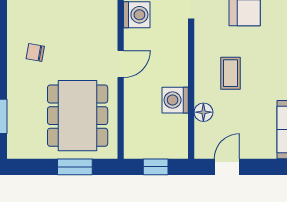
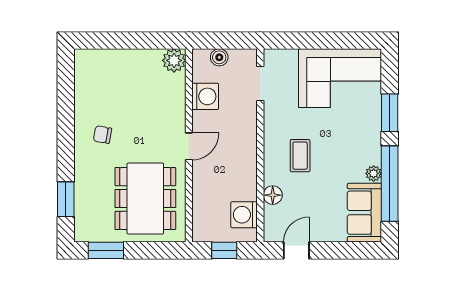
washing machine: (175, 100) -> (244, 215), moved
window: (75, 167) -> (106, 250), moved

